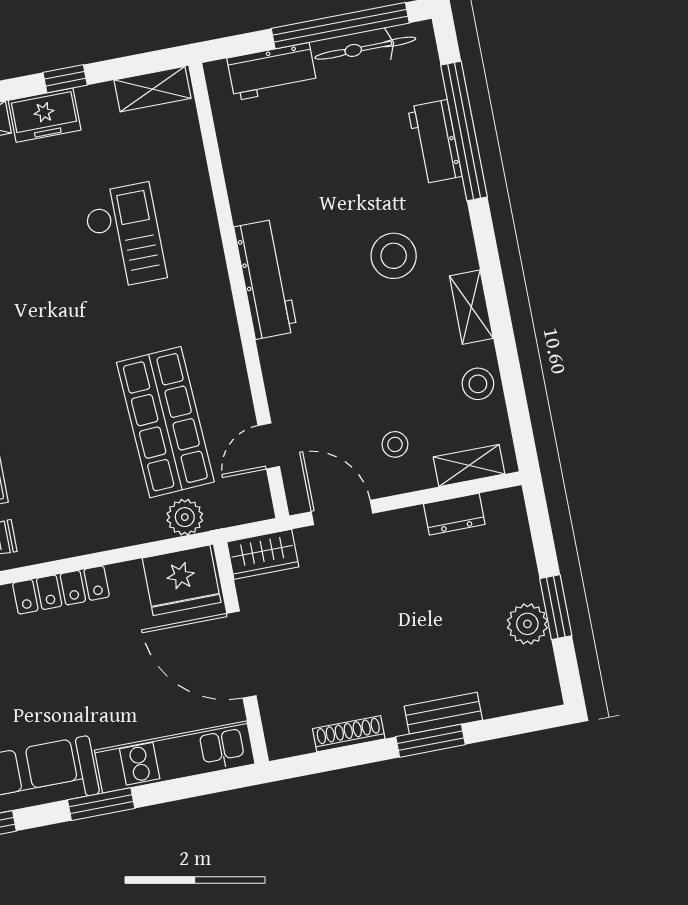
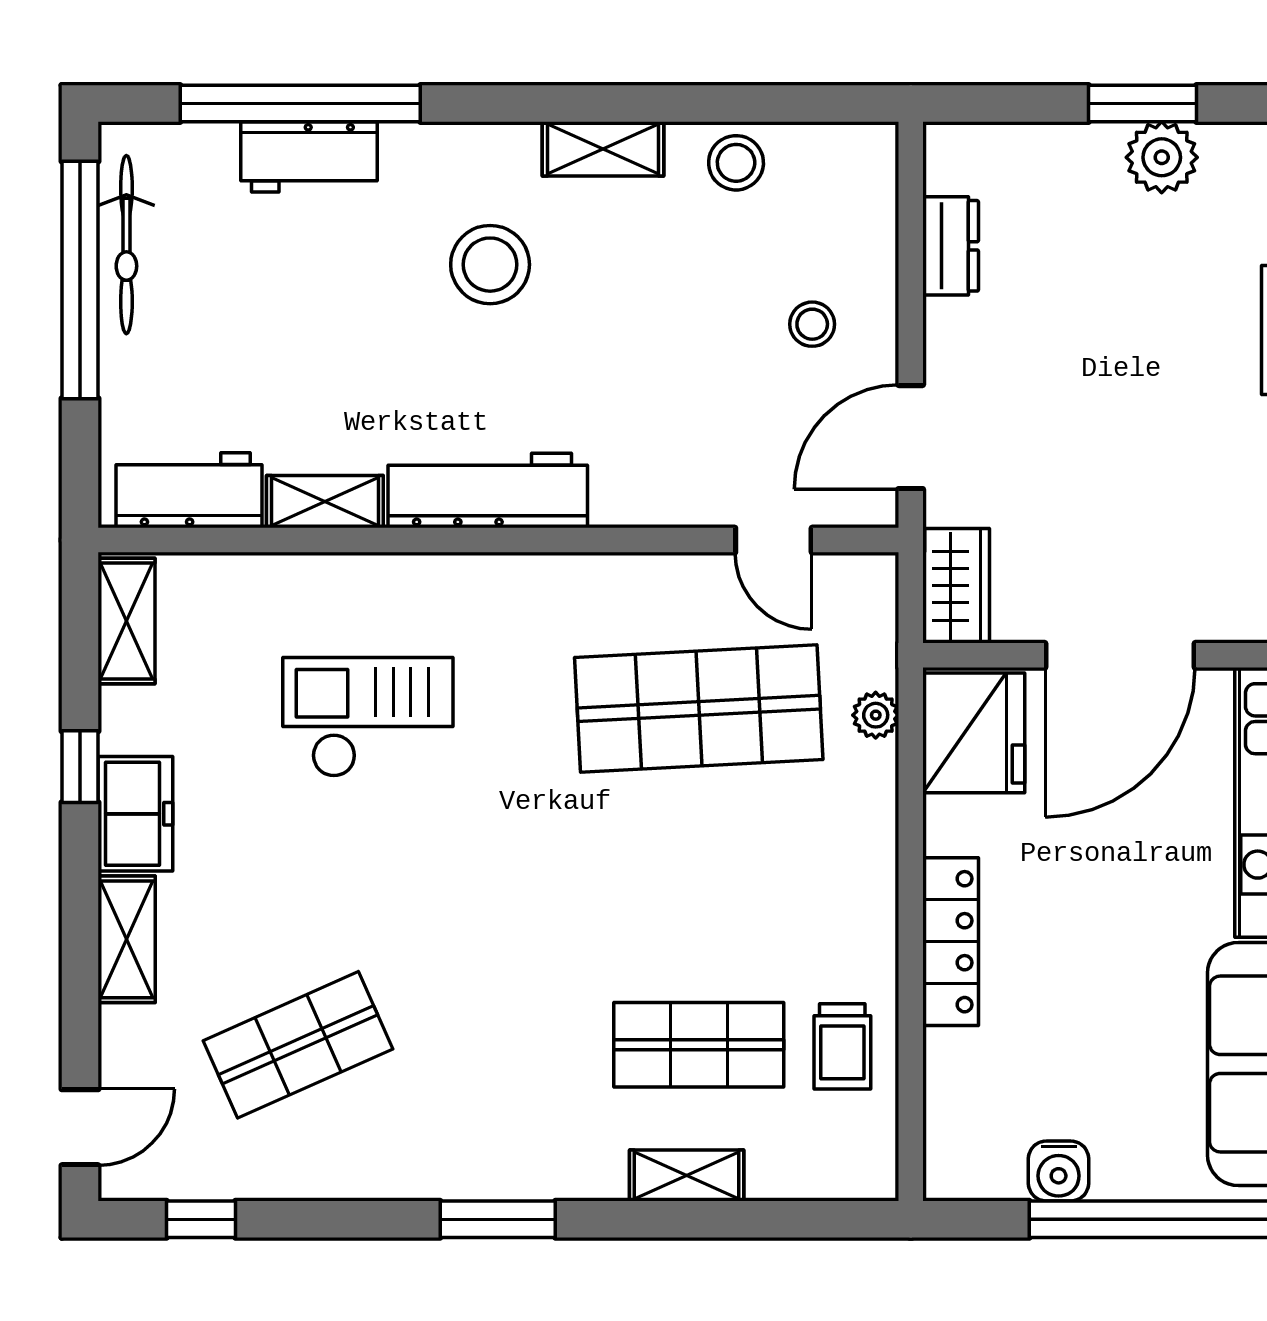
workbench: (272, 72) -> (189, 490), moved, turned -90
shelving: (469, 465) -> (325, 502), moved, turned 90
plant: (185, 517) -> (876, 715), width x0.73, depth x0.73

